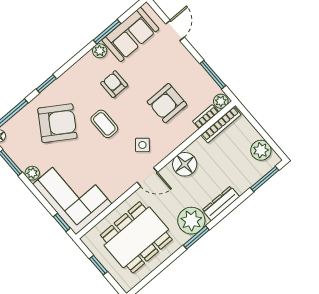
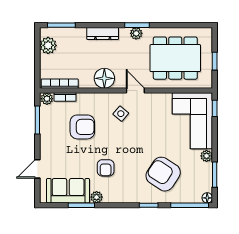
coffee table: (104, 124) -> (134, 148), removed
plant: (191, 221) -> (136, 33), width x0.53, depth x0.53

